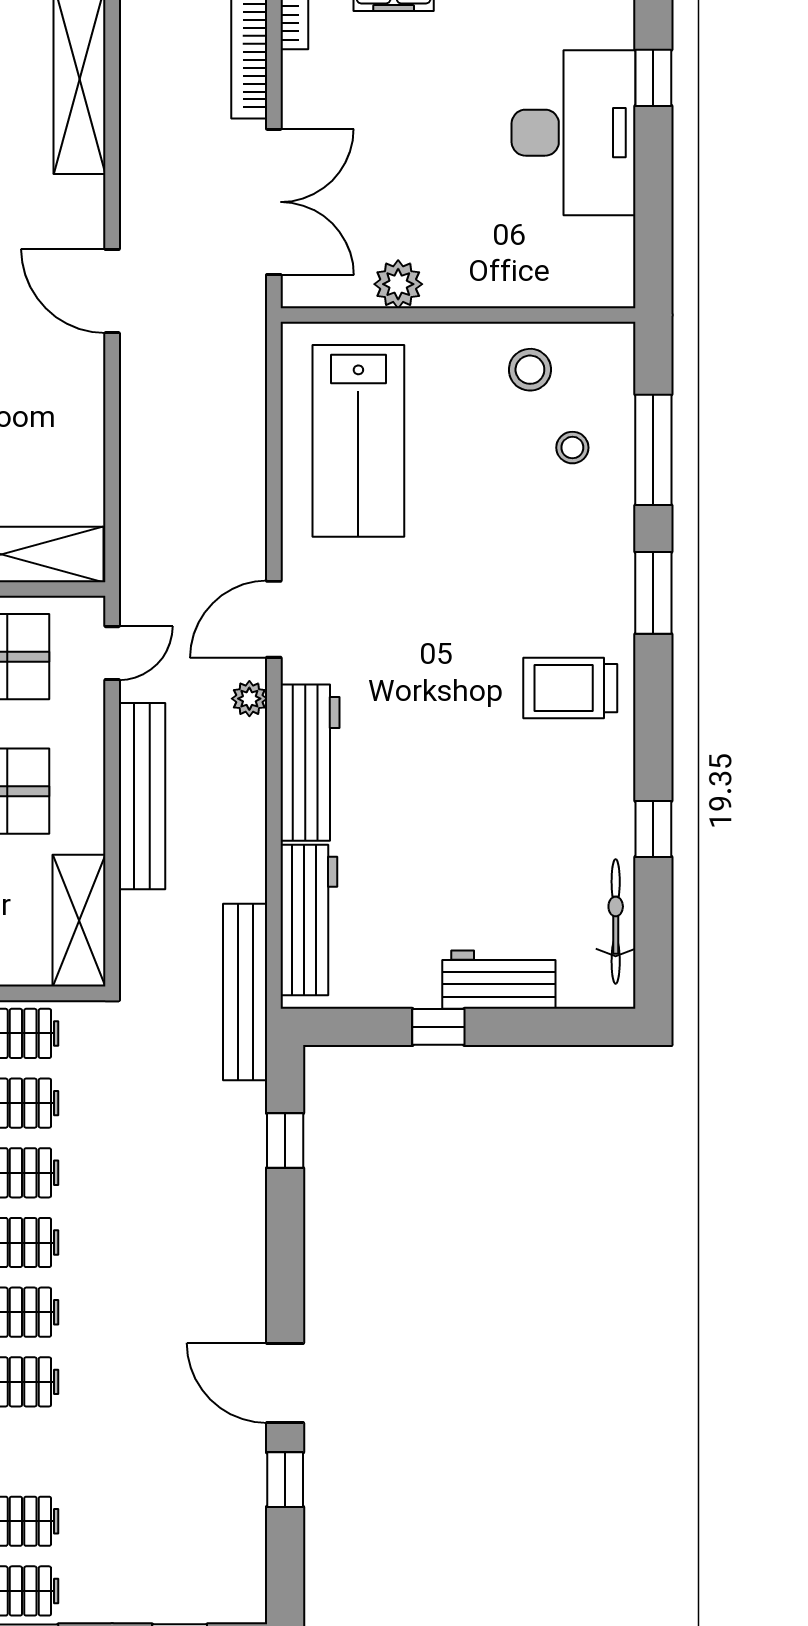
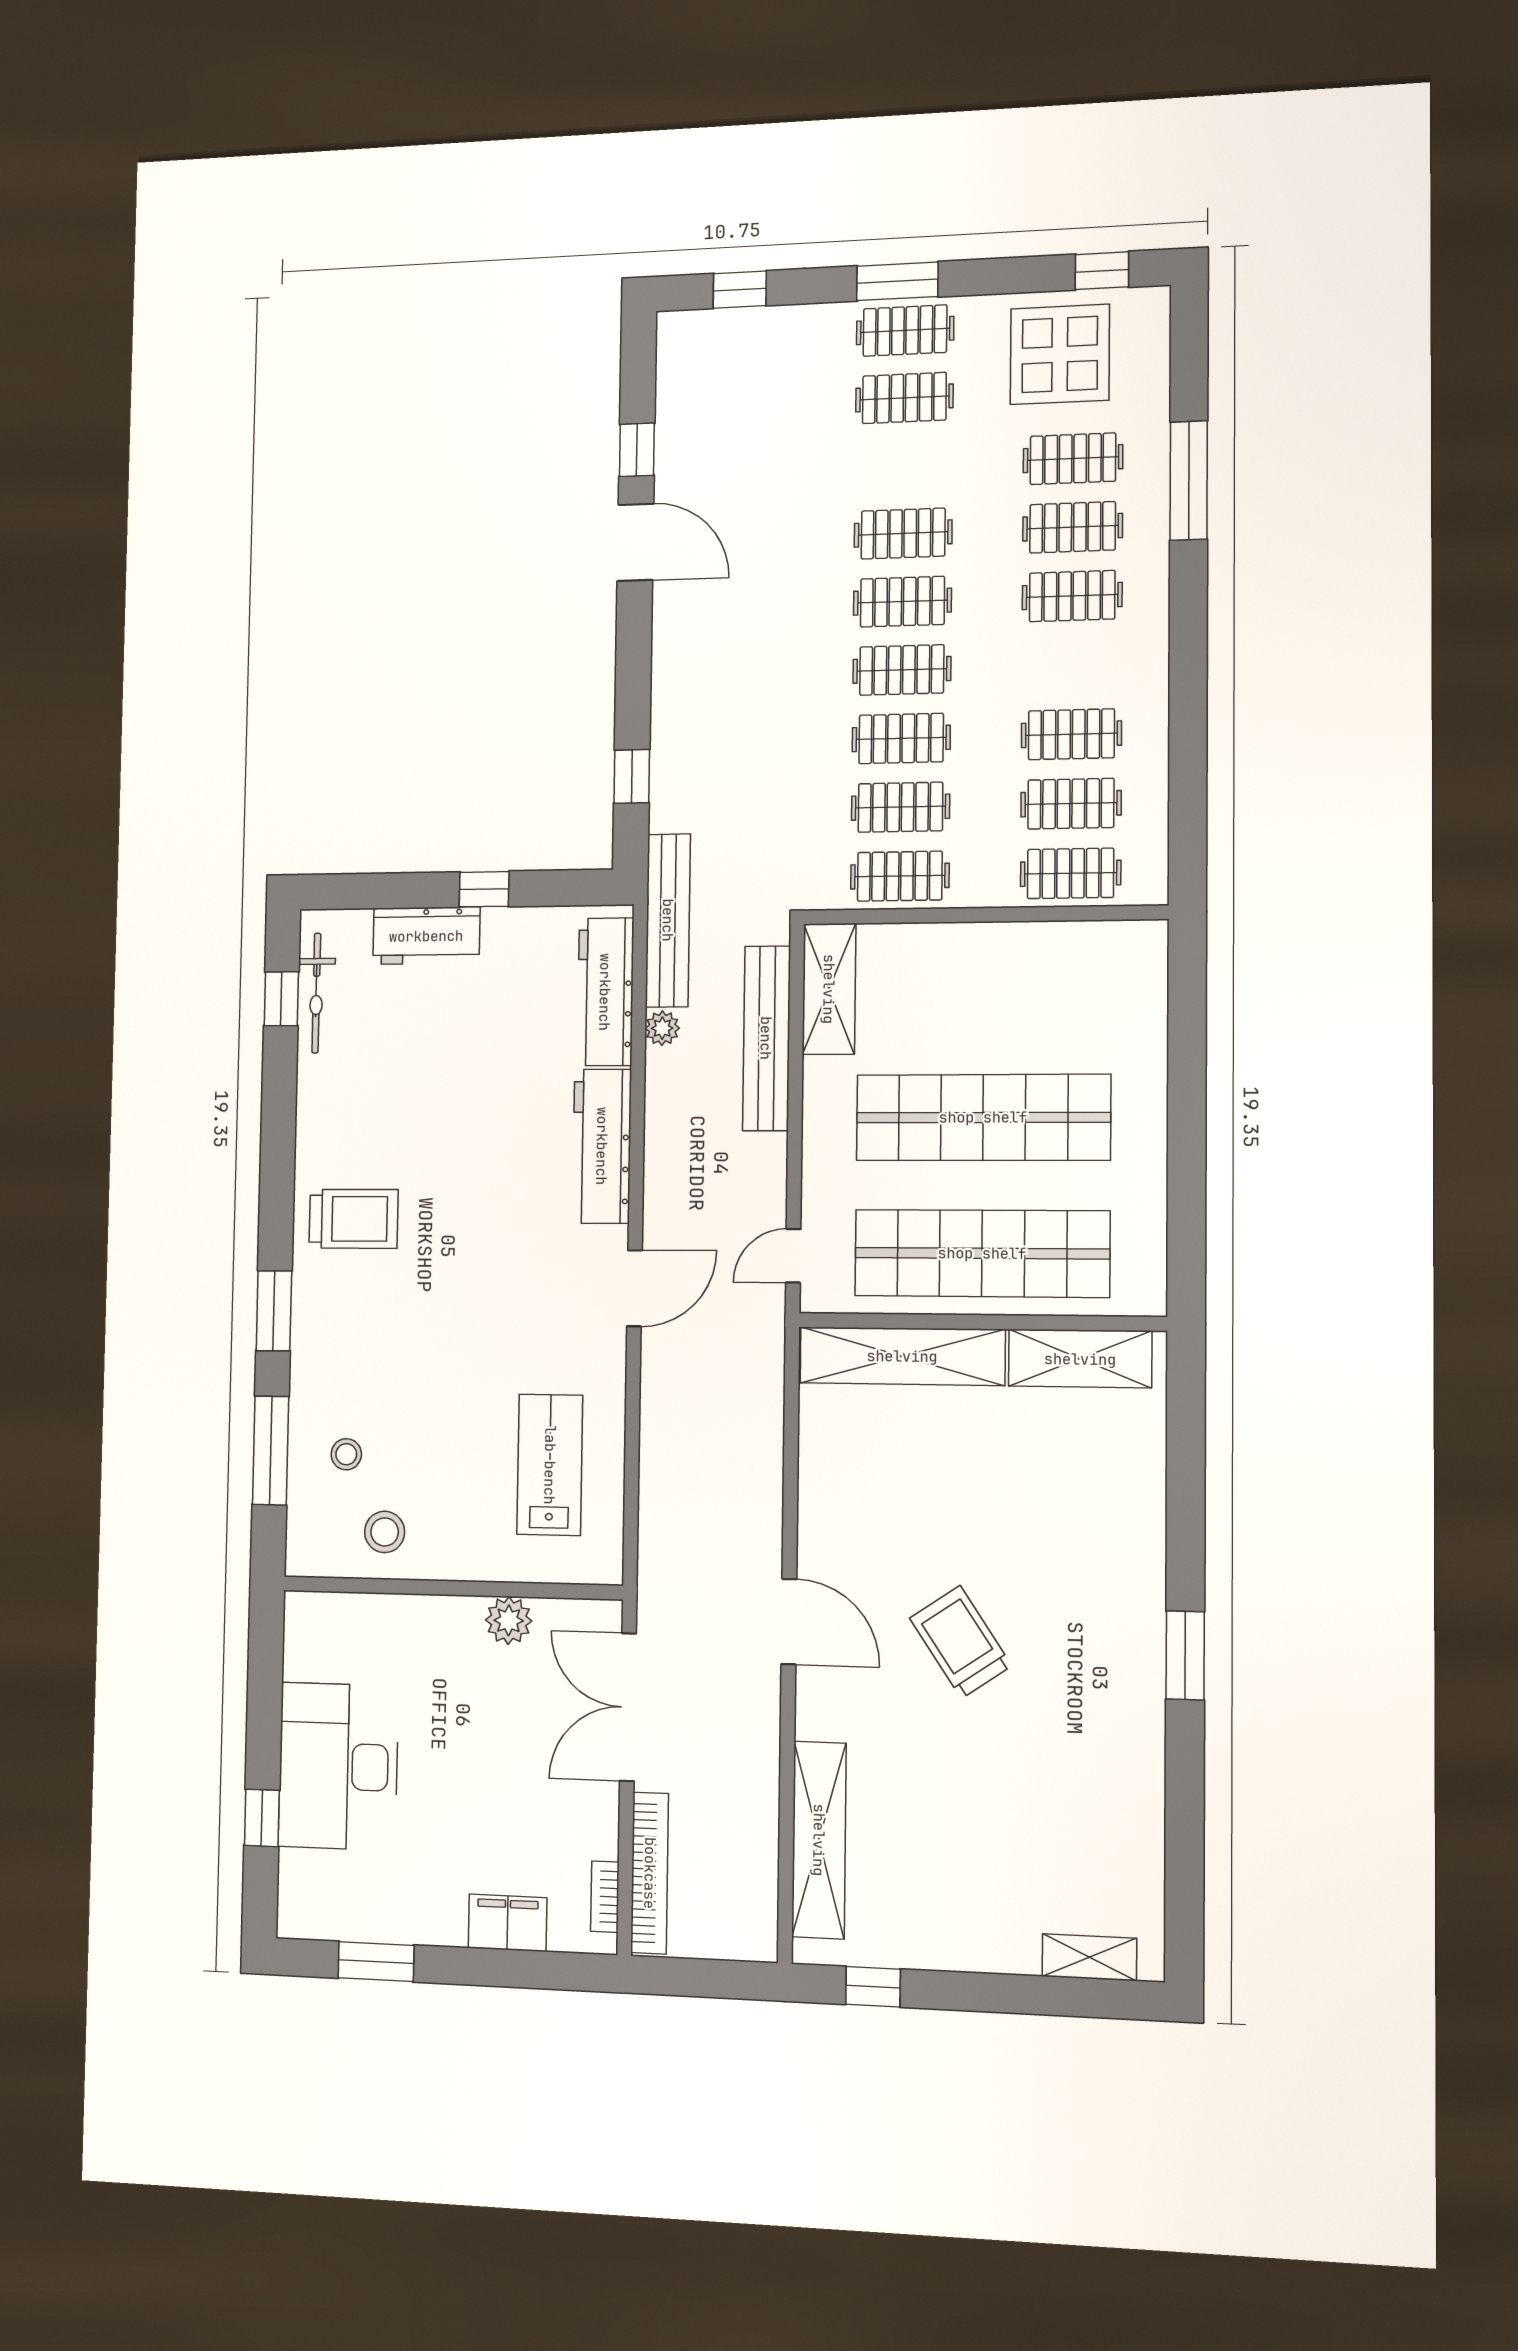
lab bench: (358, 441) -> (550, 1465), width x0.73, depth x0.72
plant: (249, 699) -> (662, 1028), moved
bench: (142, 796) -> (766, 1038), moved
window: (653, 829) -> (281, 999), moved

